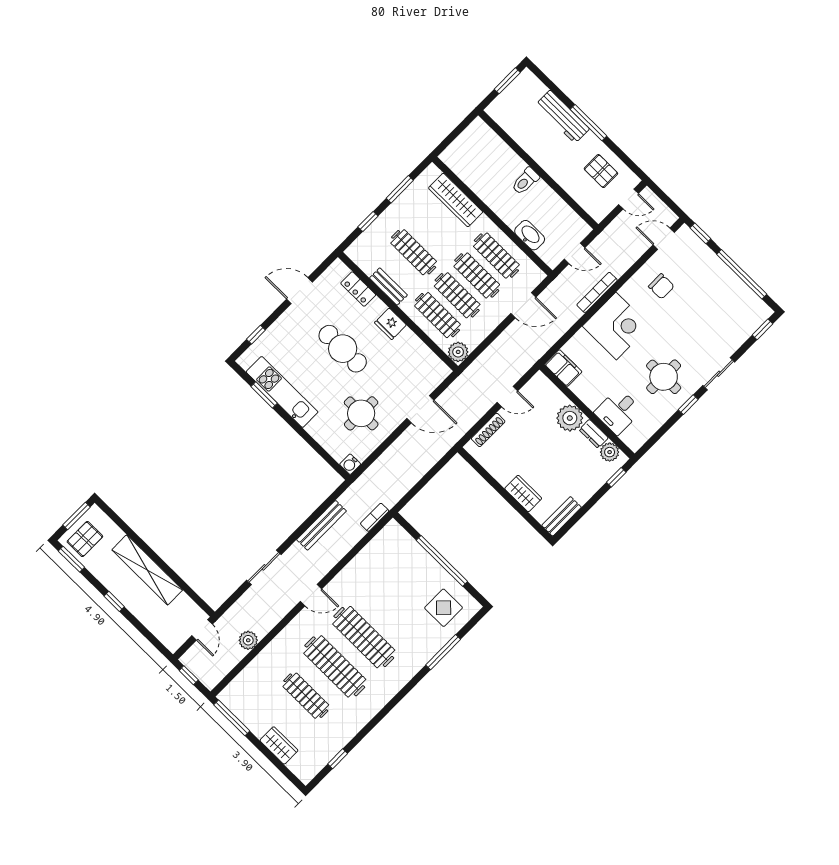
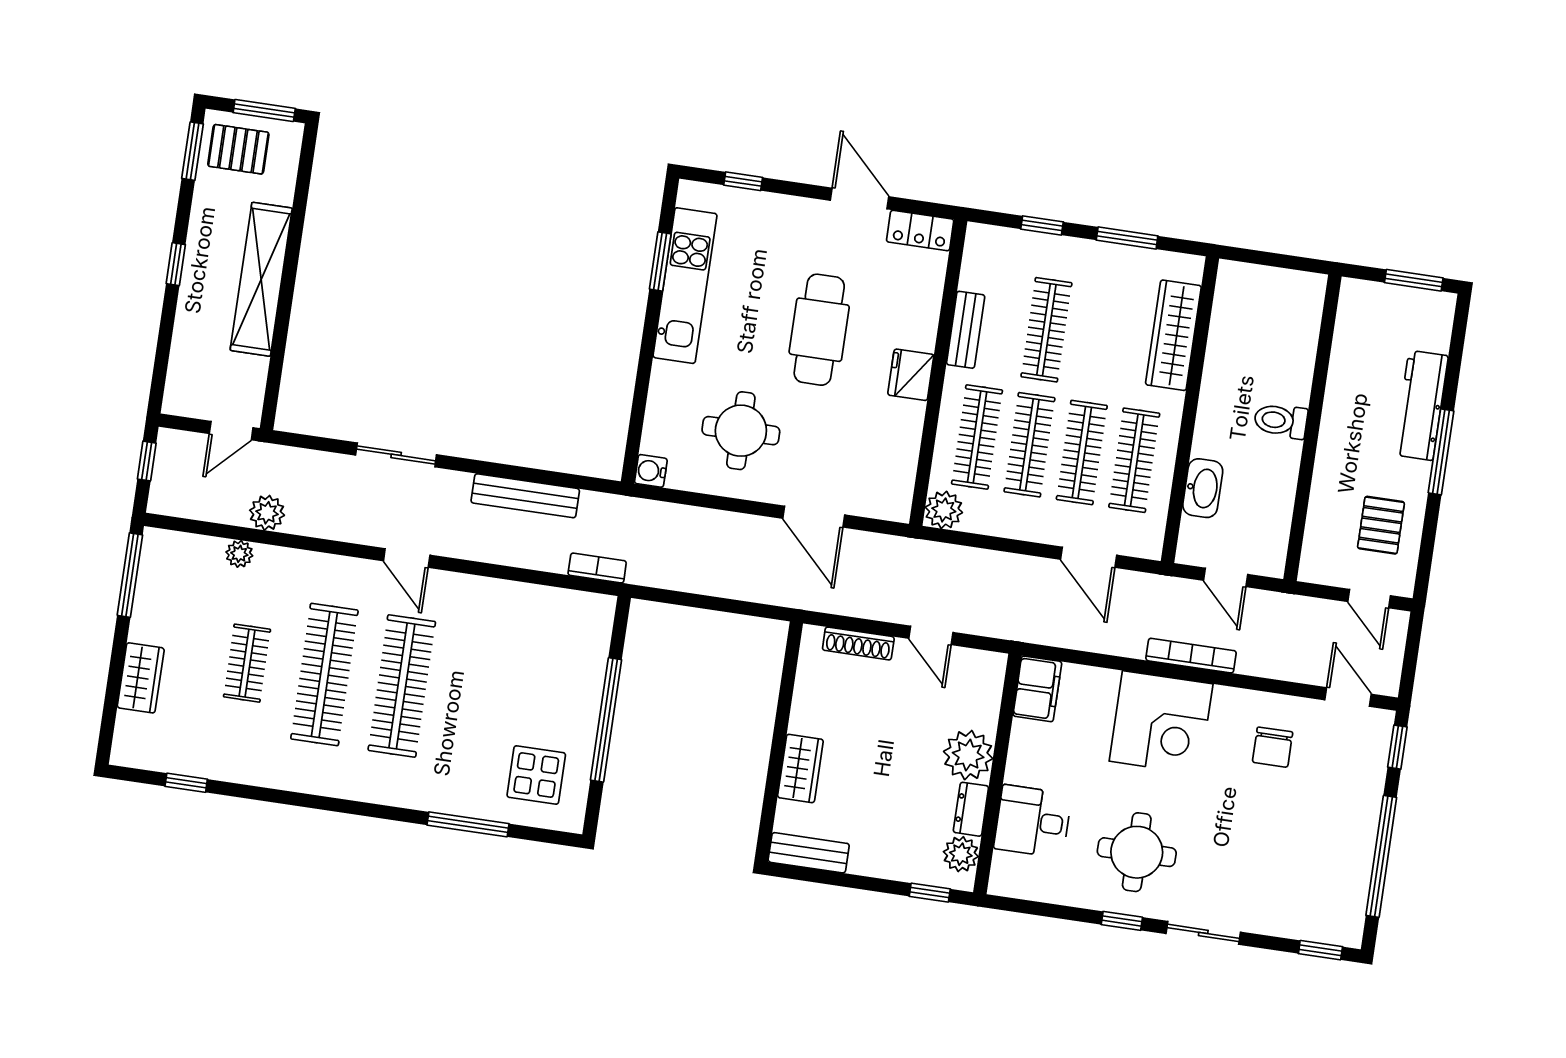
locker: (358, 289) -> (920, 230), moved, turned -90
plant: (257, 665) -> (239, 554), added
clothes rail: (306, 696) -> (247, 663), width x0.73

